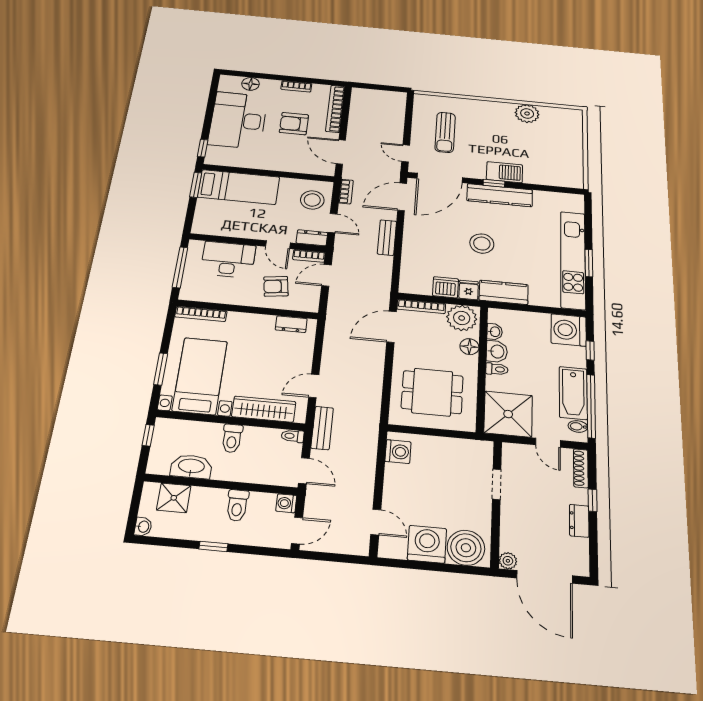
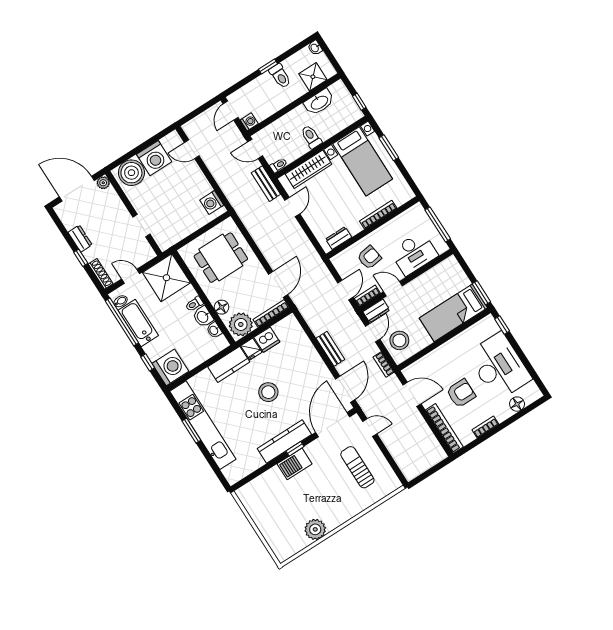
door: (333, 223) -> (373, 333), swing flipped
bookcase: (201, 314) -> (378, 215), moved
toilet: (237, 505) -> (280, 76), moved, turned 180

